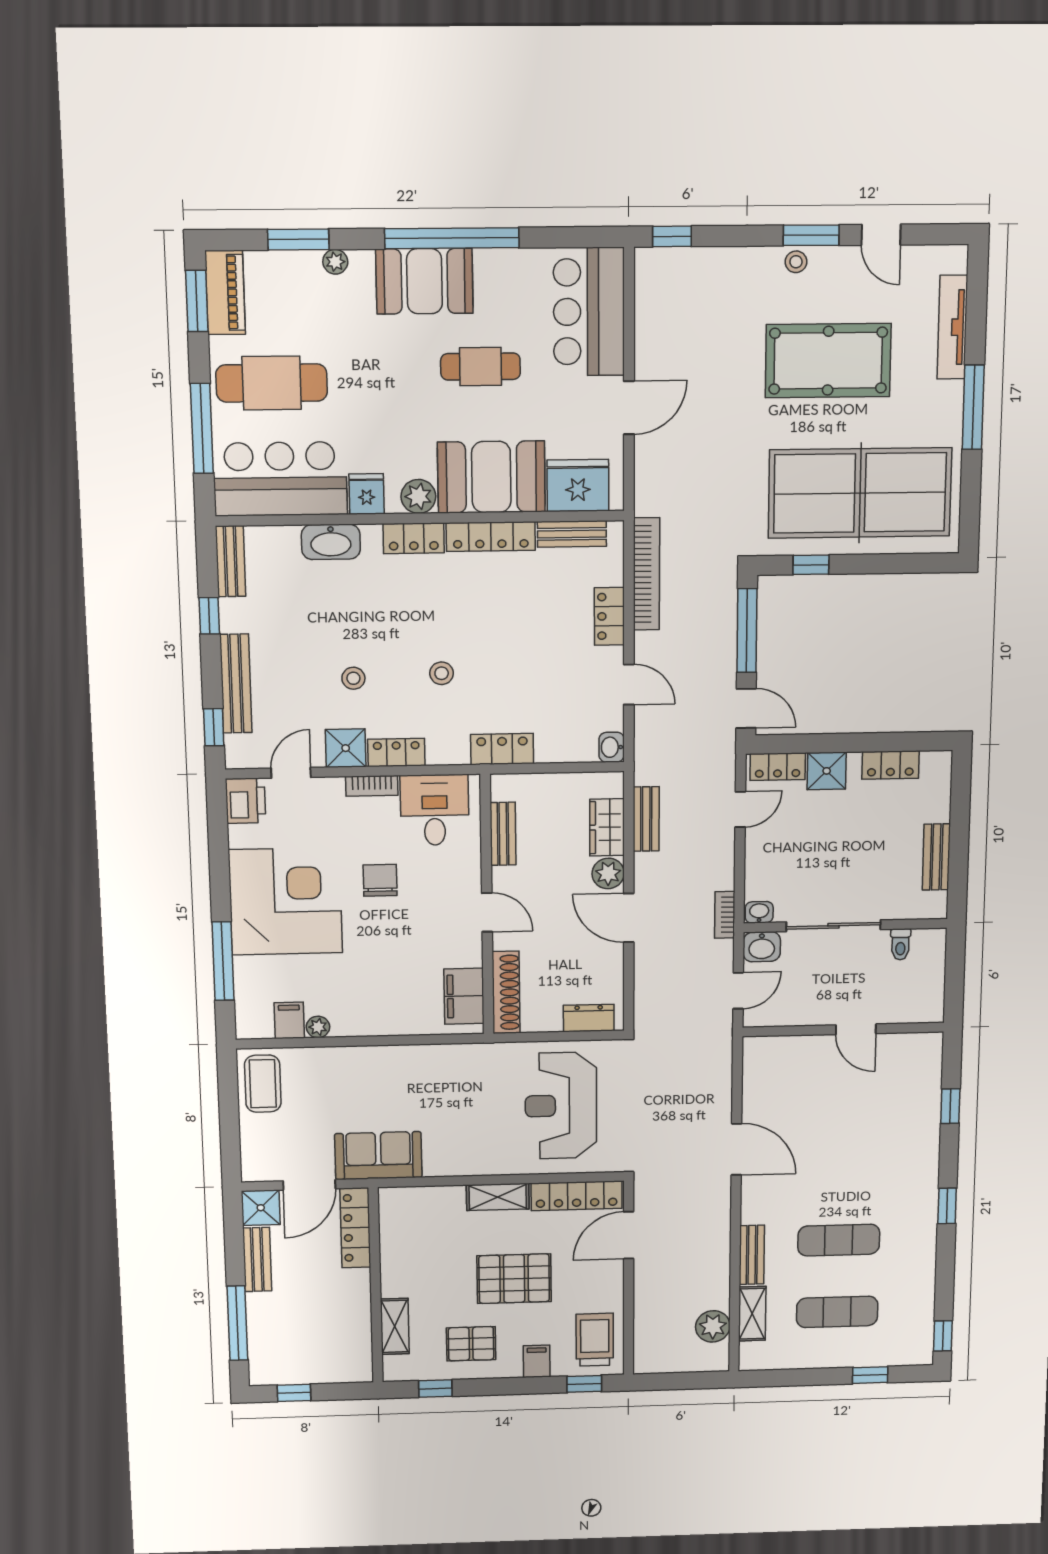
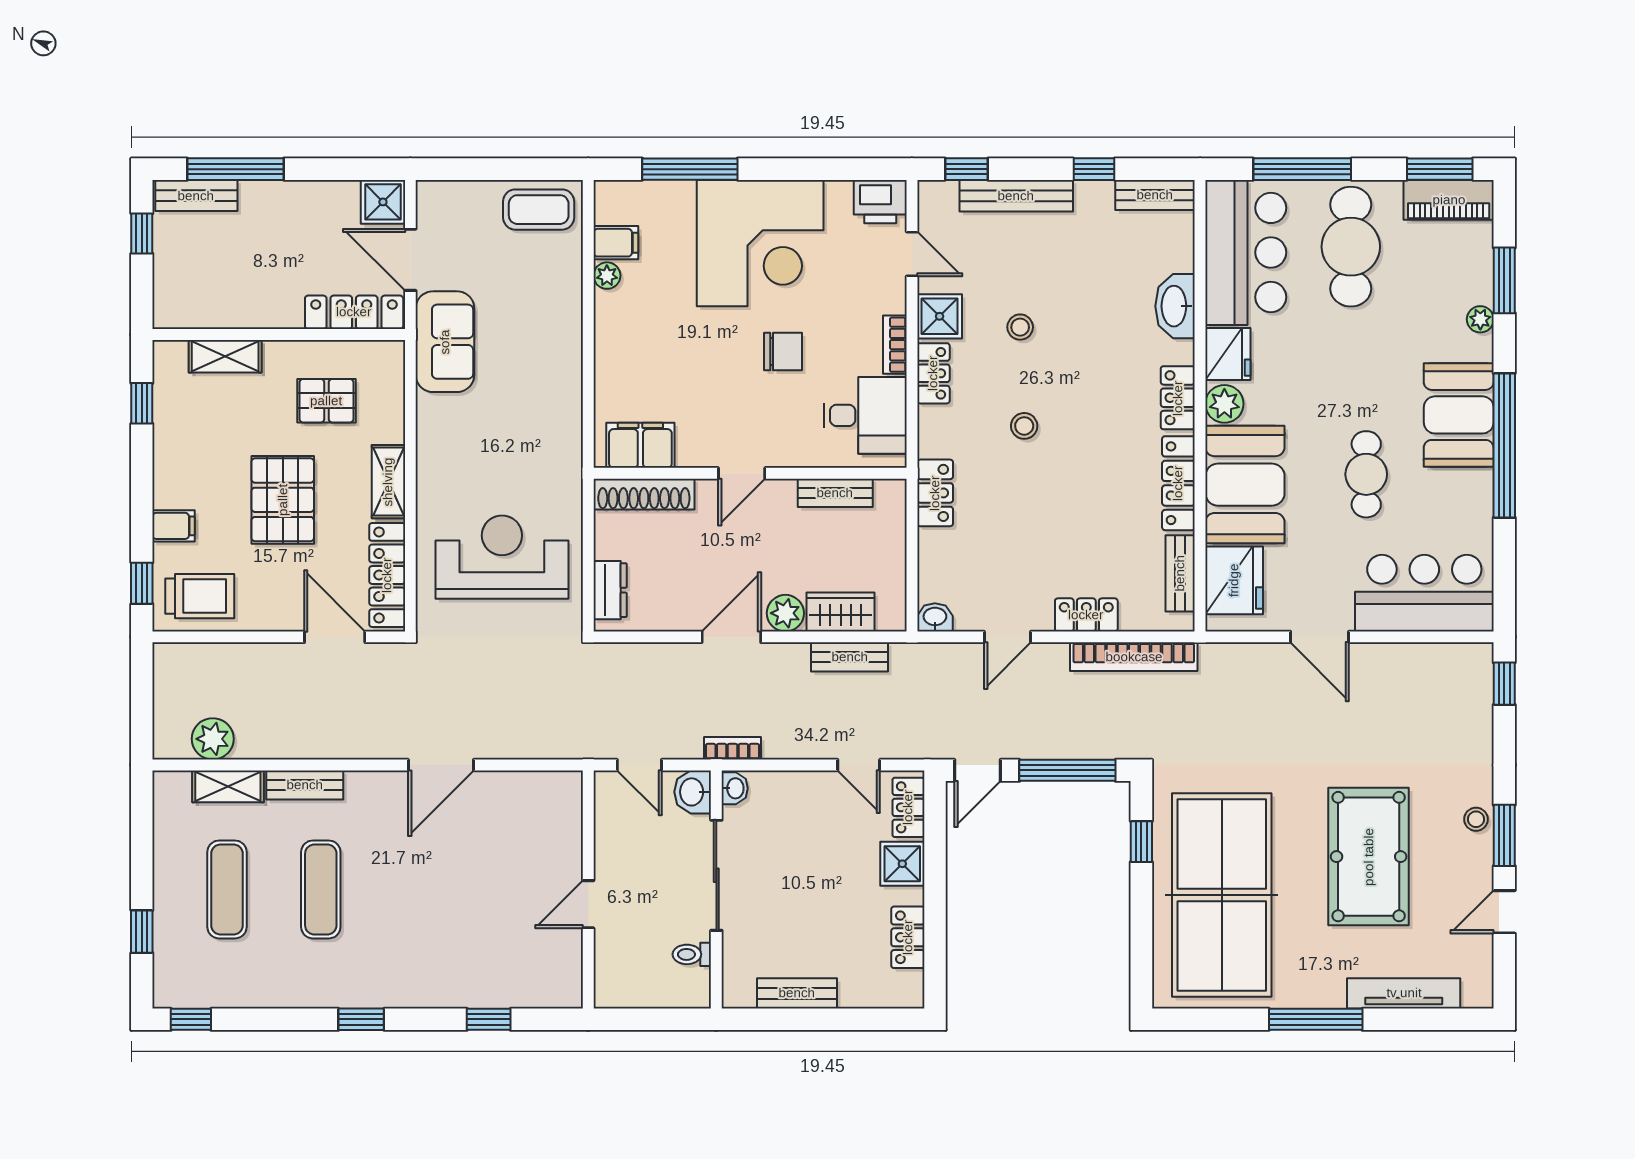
fridge: (367, 494) -> (1228, 354), width x1.38
bench: (257, 1259) -> (196, 196), moved
pallet: (471, 1344) -> (326, 401), moved, turned 90

